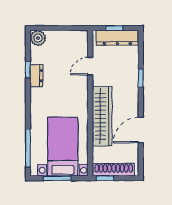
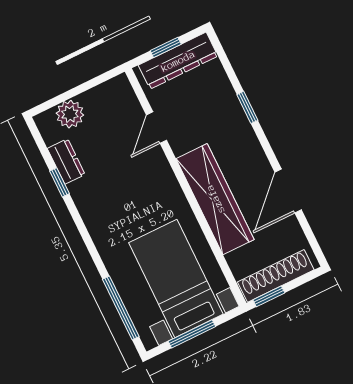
plant: (38, 38) -> (70, 114), moved
dresser: (36, 76) -> (66, 161), moved

